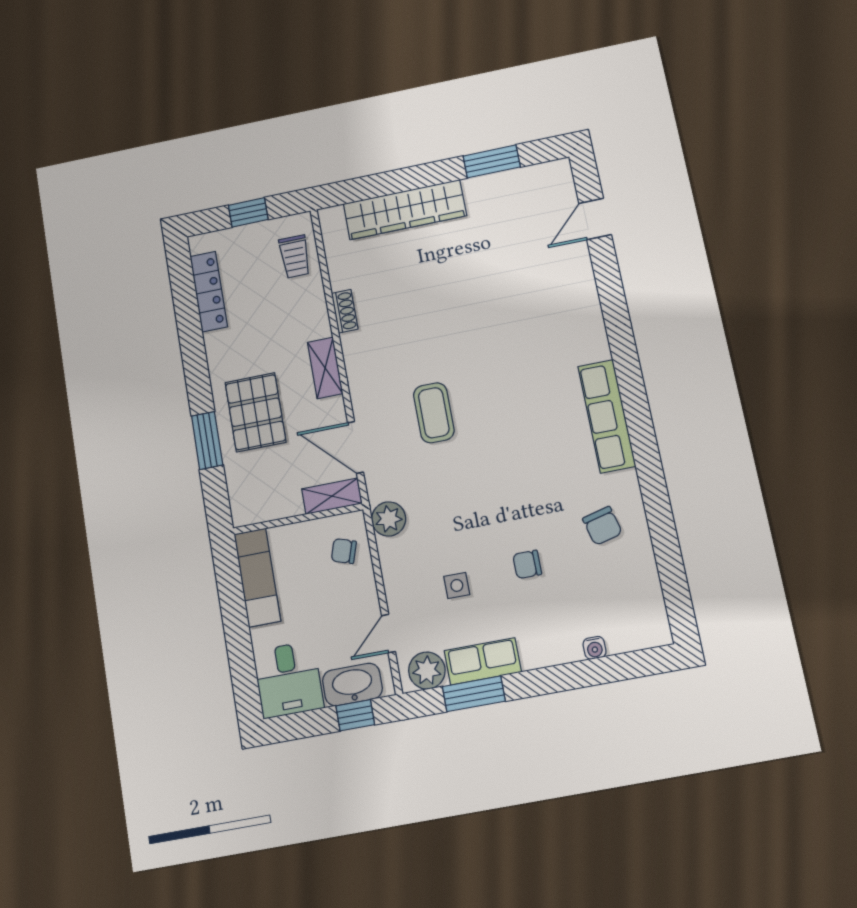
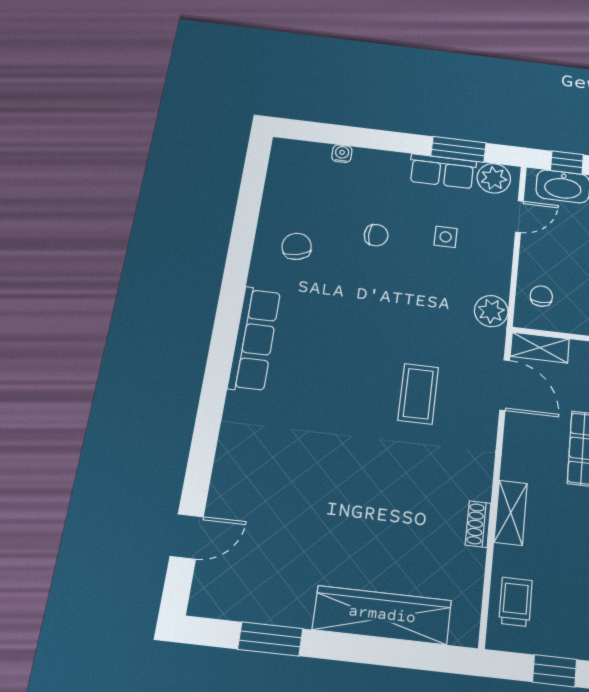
shelving: (325, 368) -> (511, 513), moved
chair: (344, 551) -> (541, 296), turned -108

